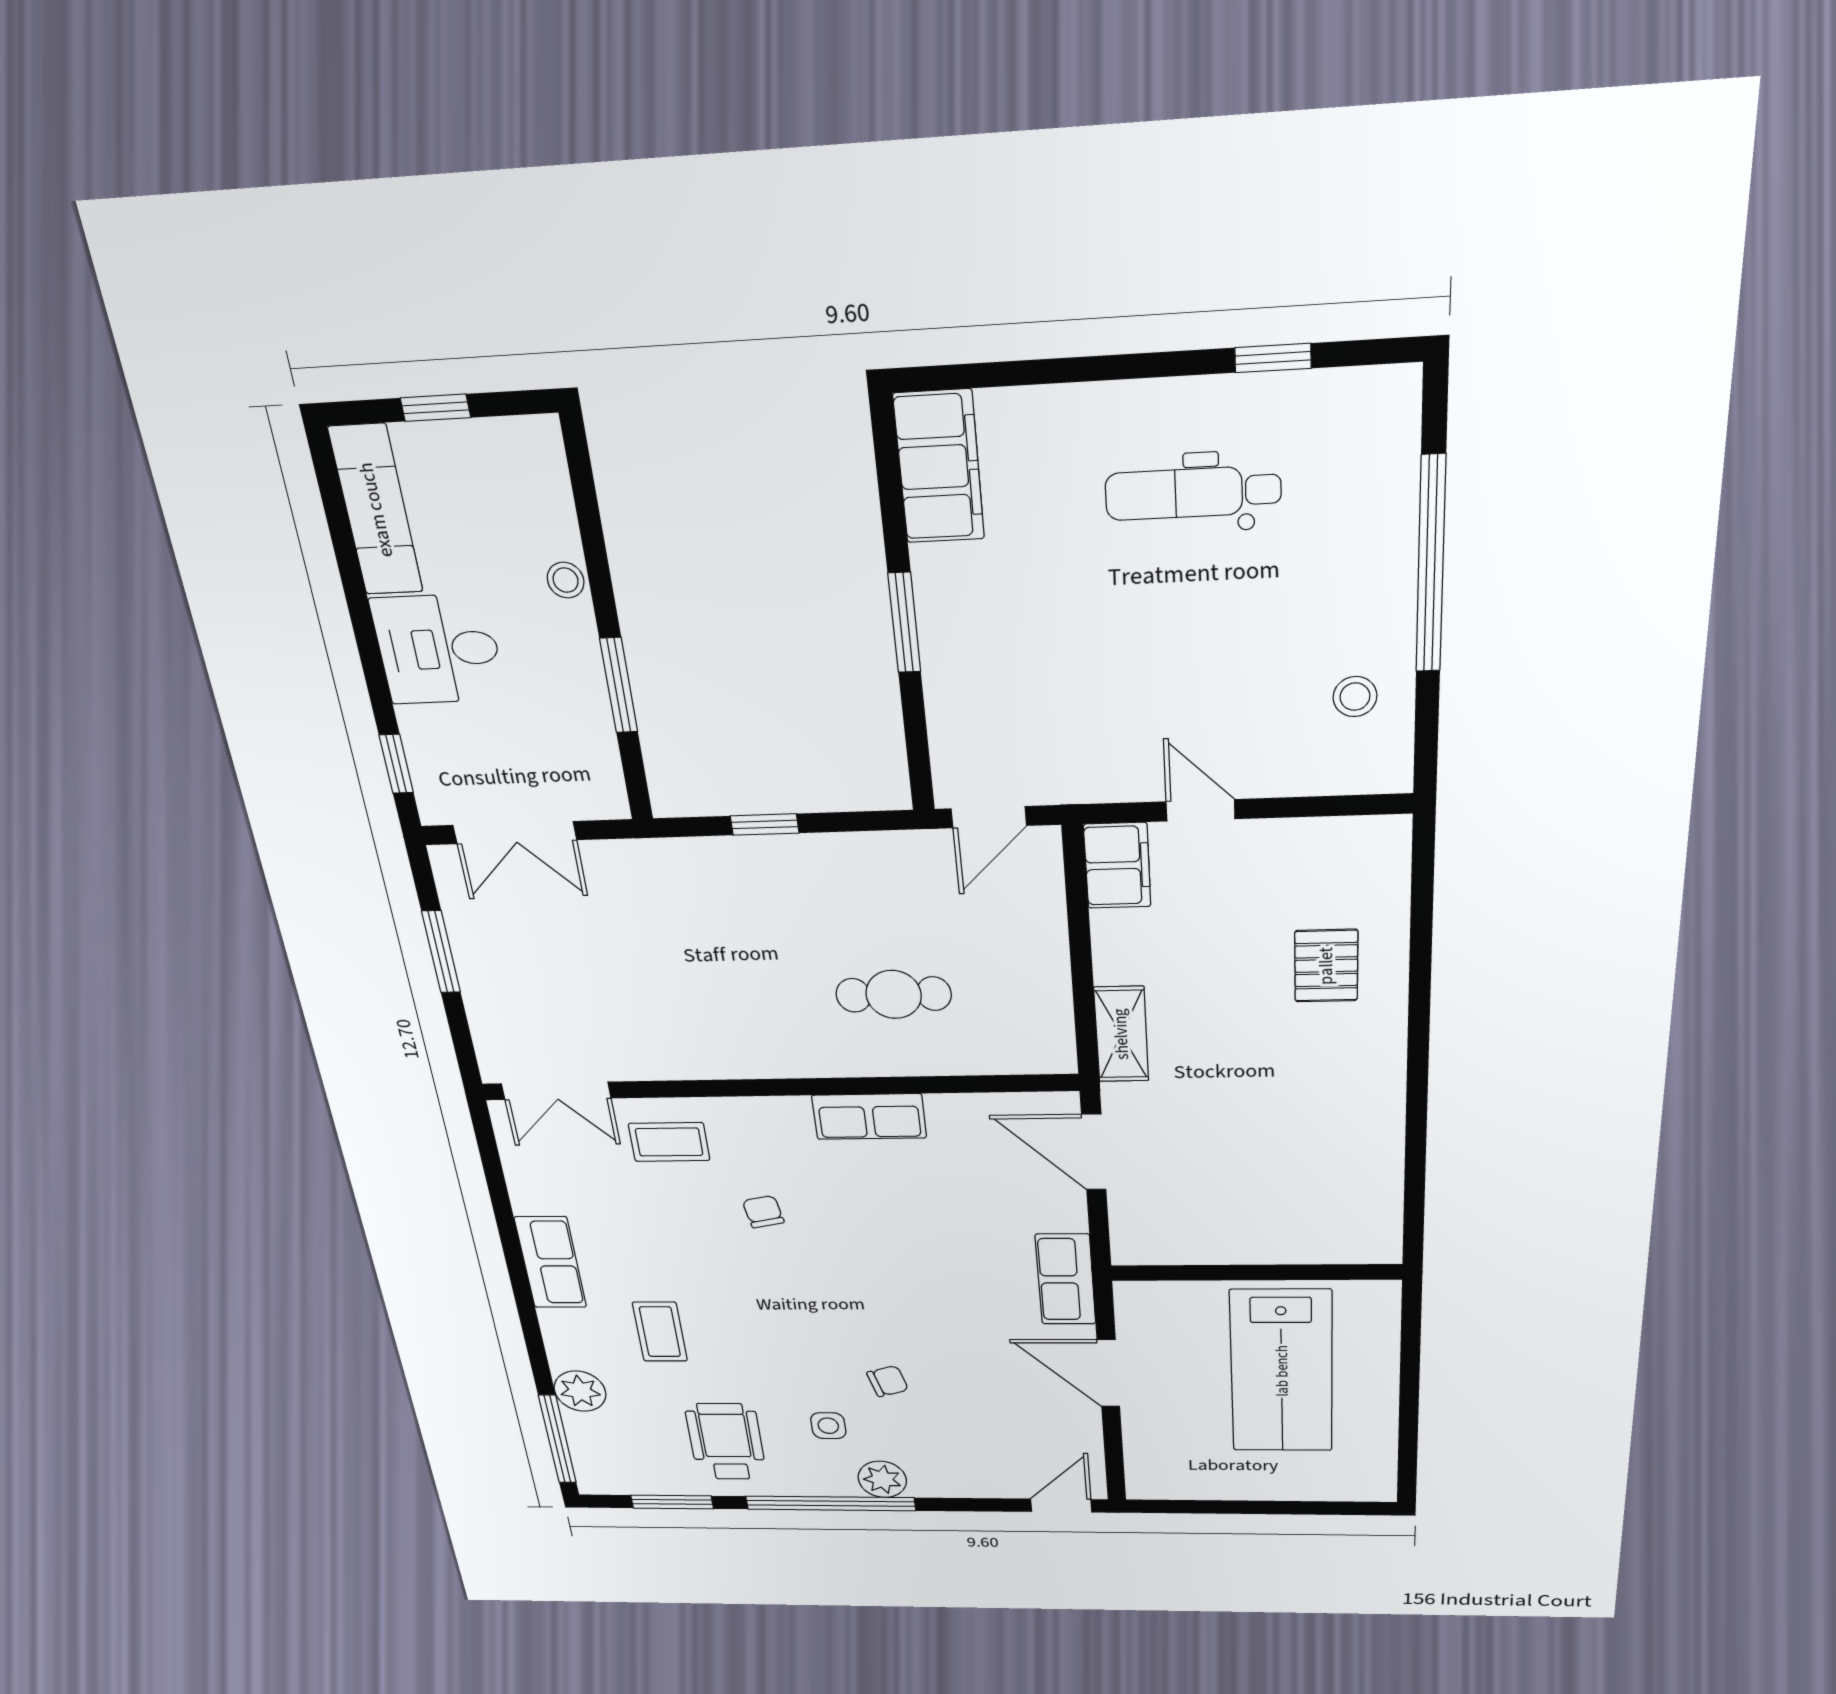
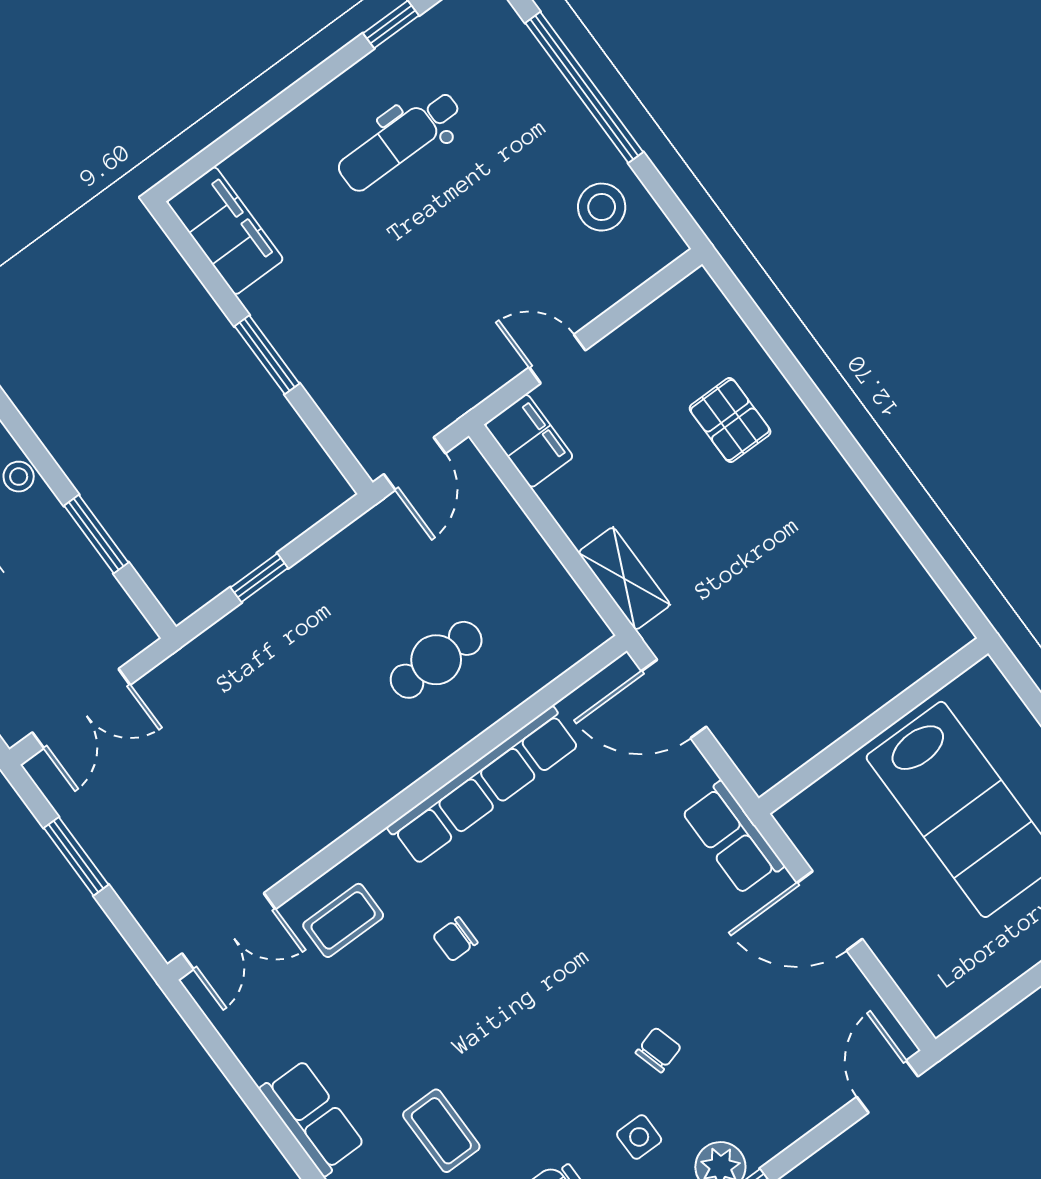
stool: (1355, 697) -> (602, 207), width x1.37, depth x1.37
row of seats: (869, 1117) -> (484, 786), width x2.02
chair: (763, 1212) -> (455, 939), turned -79

